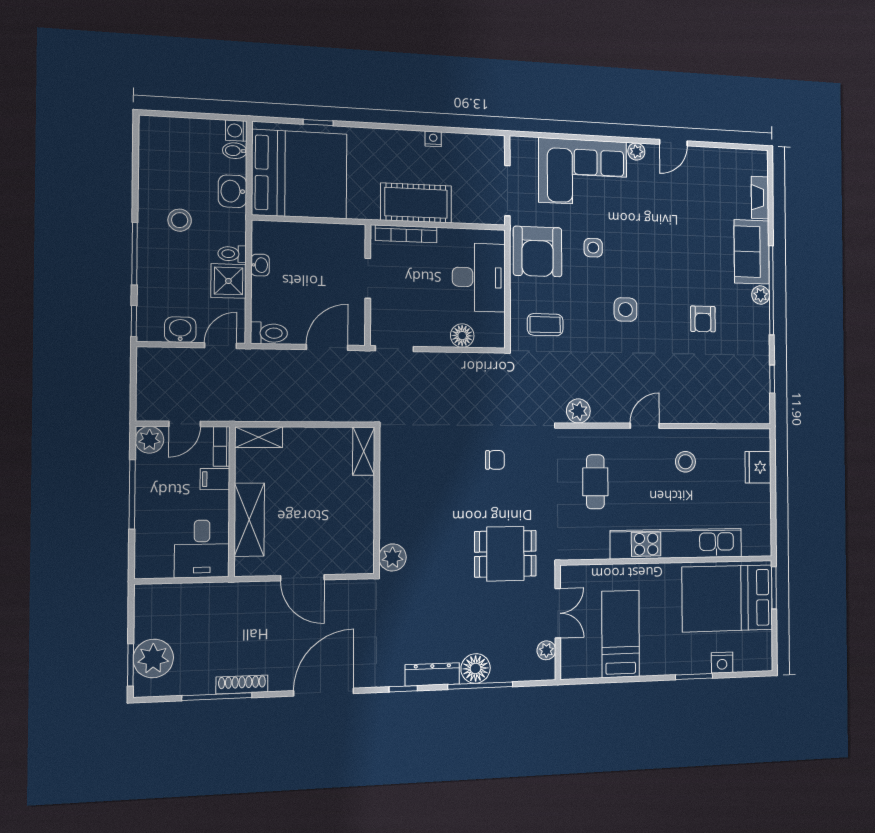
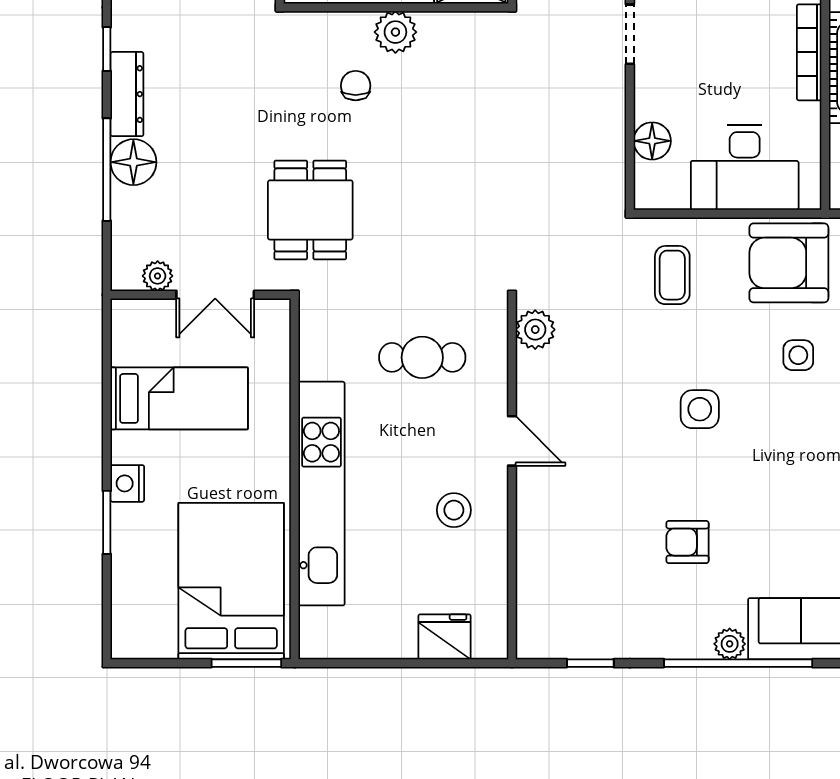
chair: (495, 460) -> (356, 86), moved, turned 180
plant: (393, 557) -> (395, 32), moved
nightstand: (722, 663) -> (127, 483), moved

